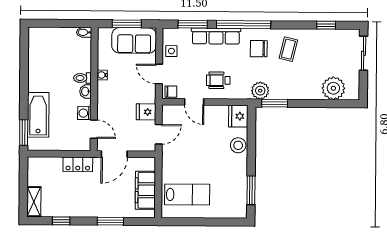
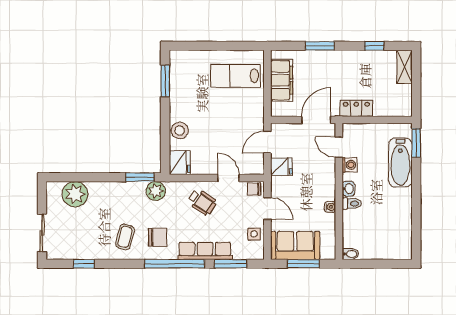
wheelchair: (218, 80) -> (202, 202), turned 34

